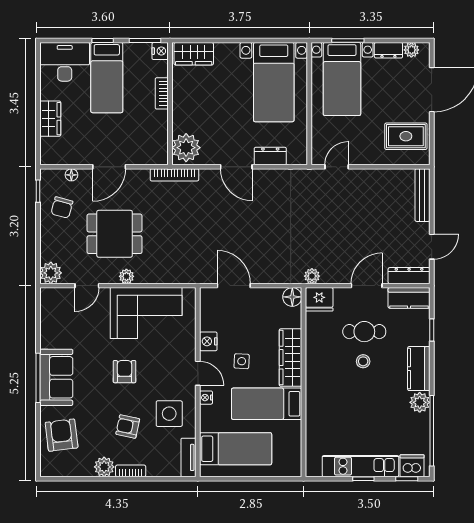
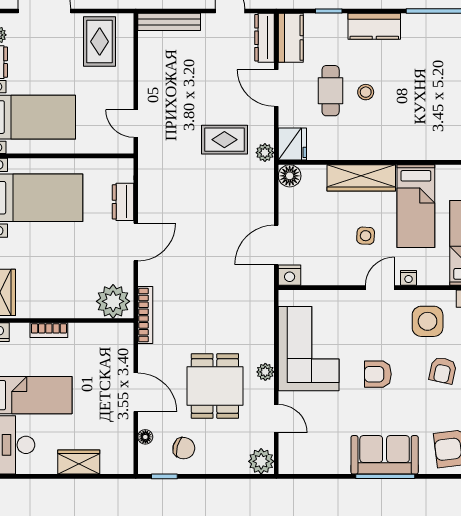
rug: (323, 242) -> (224, 140), added
nightstand: (208, 341) -> (290, 275), moved
plant: (420, 402) -> (414, 25), removed

